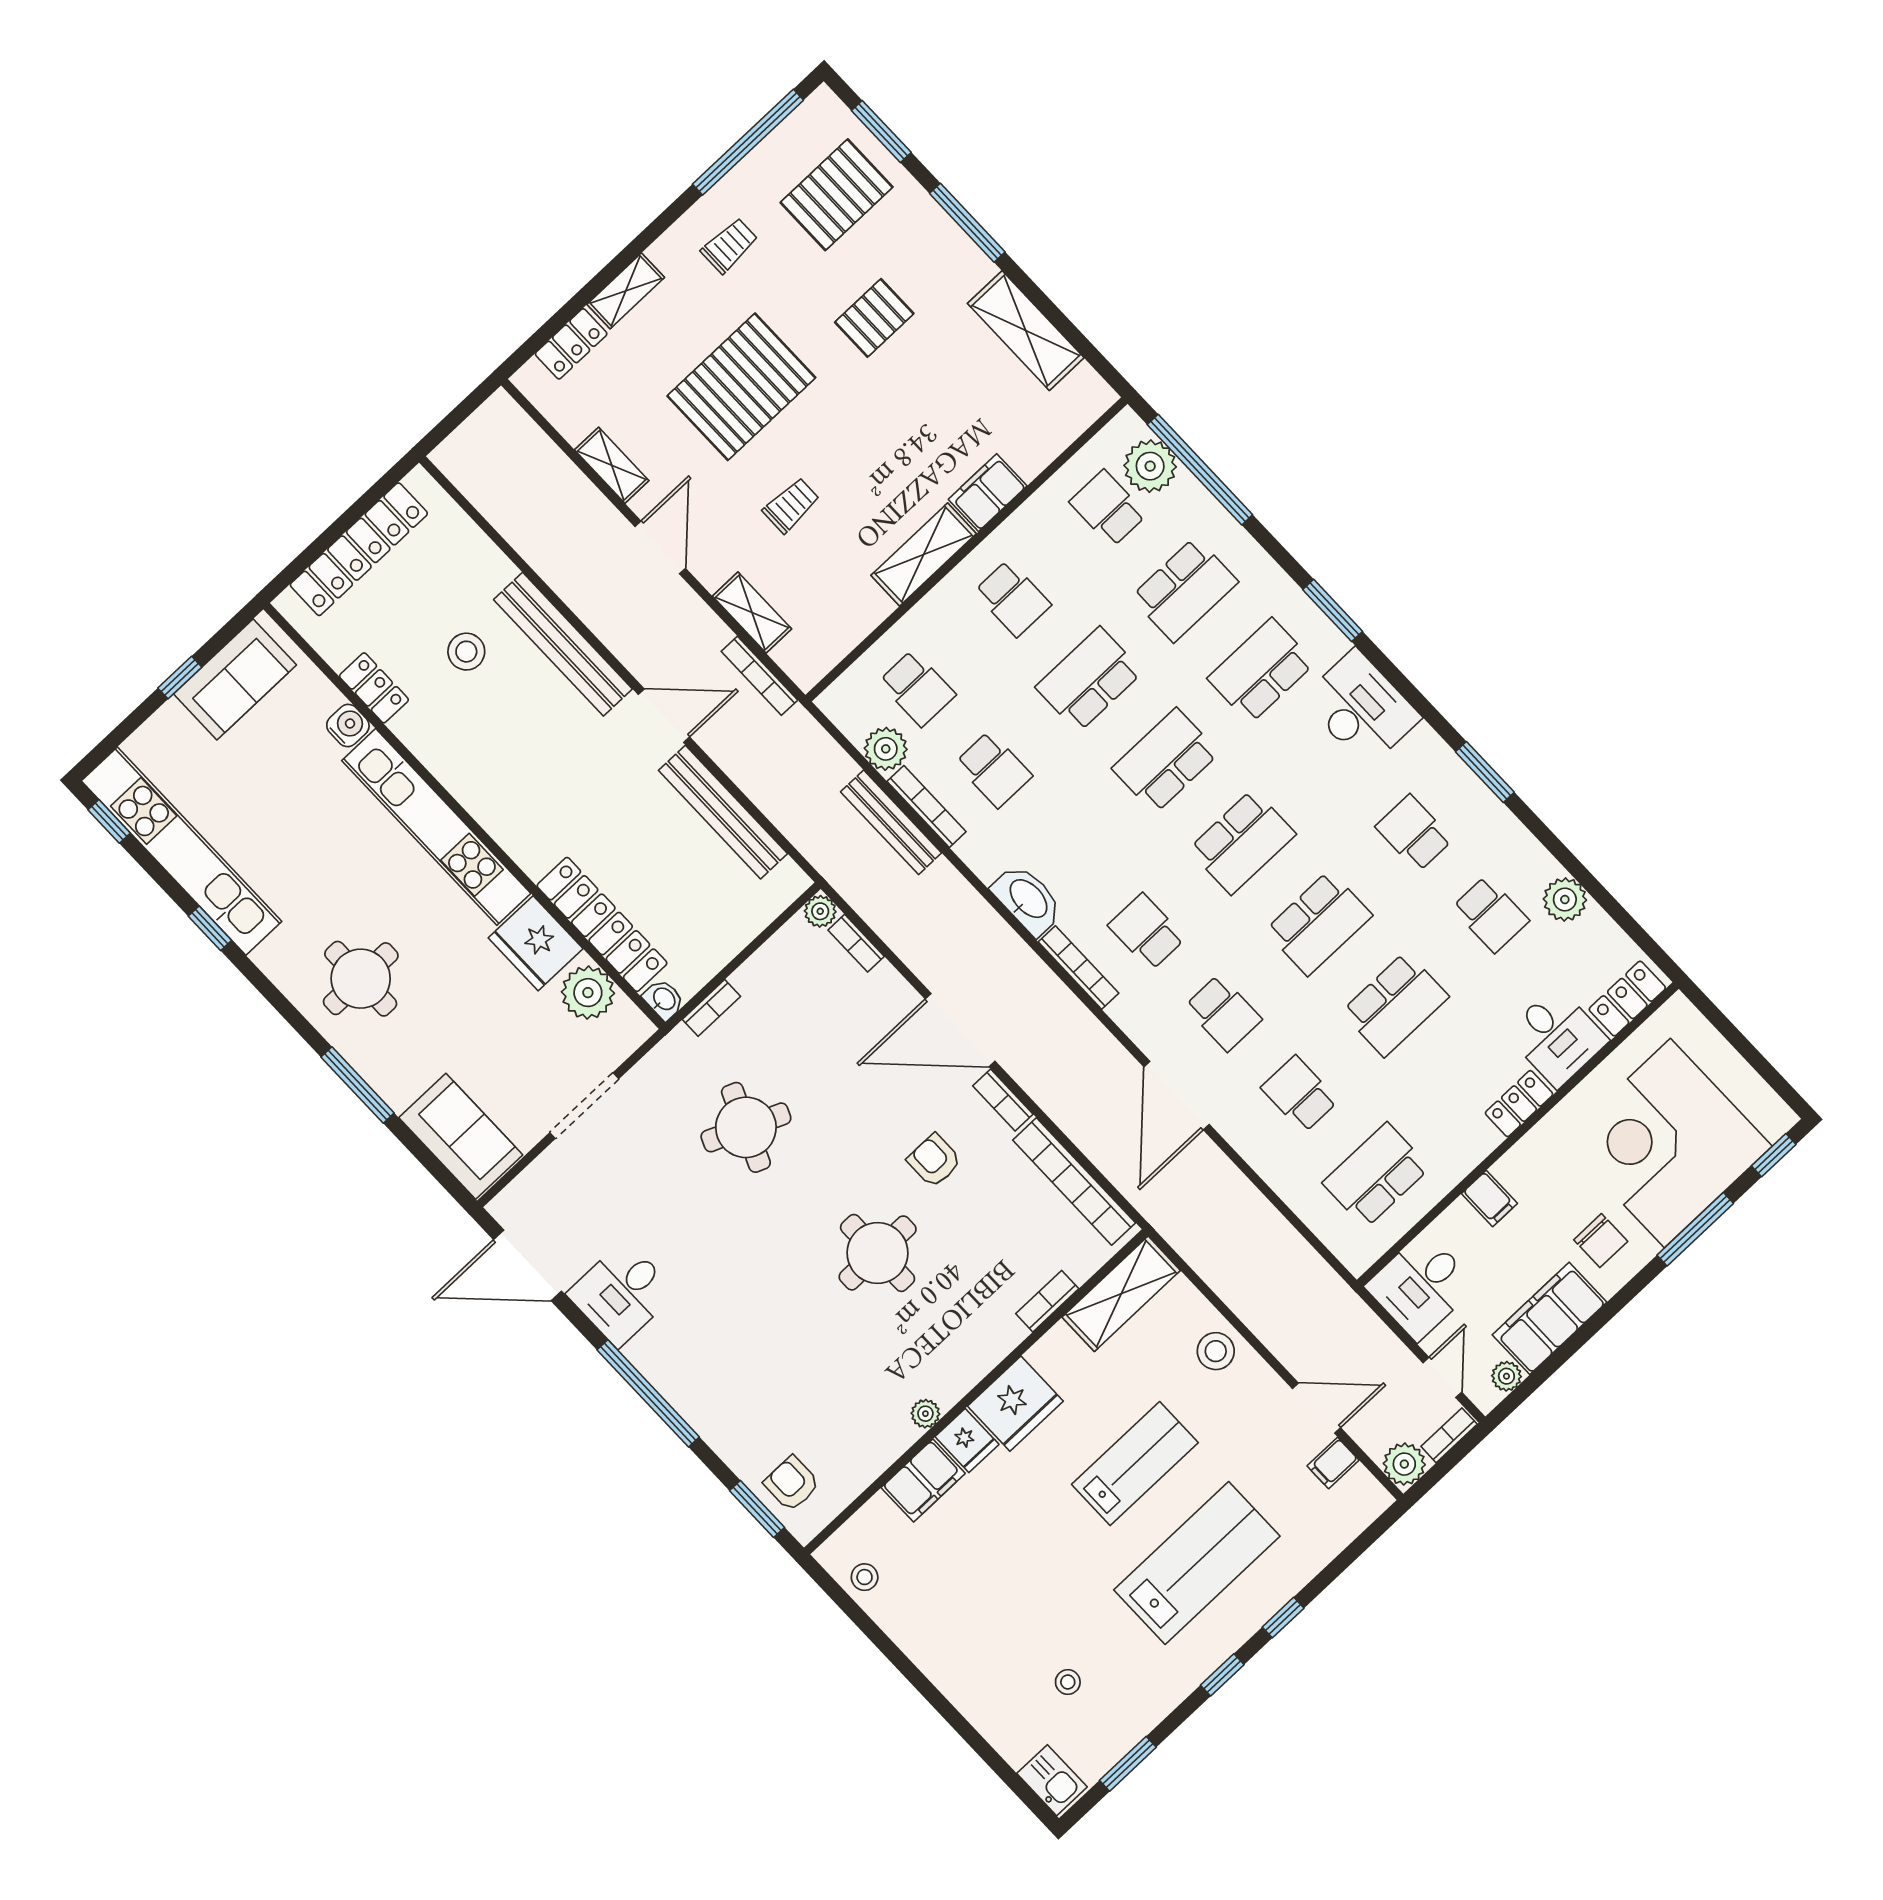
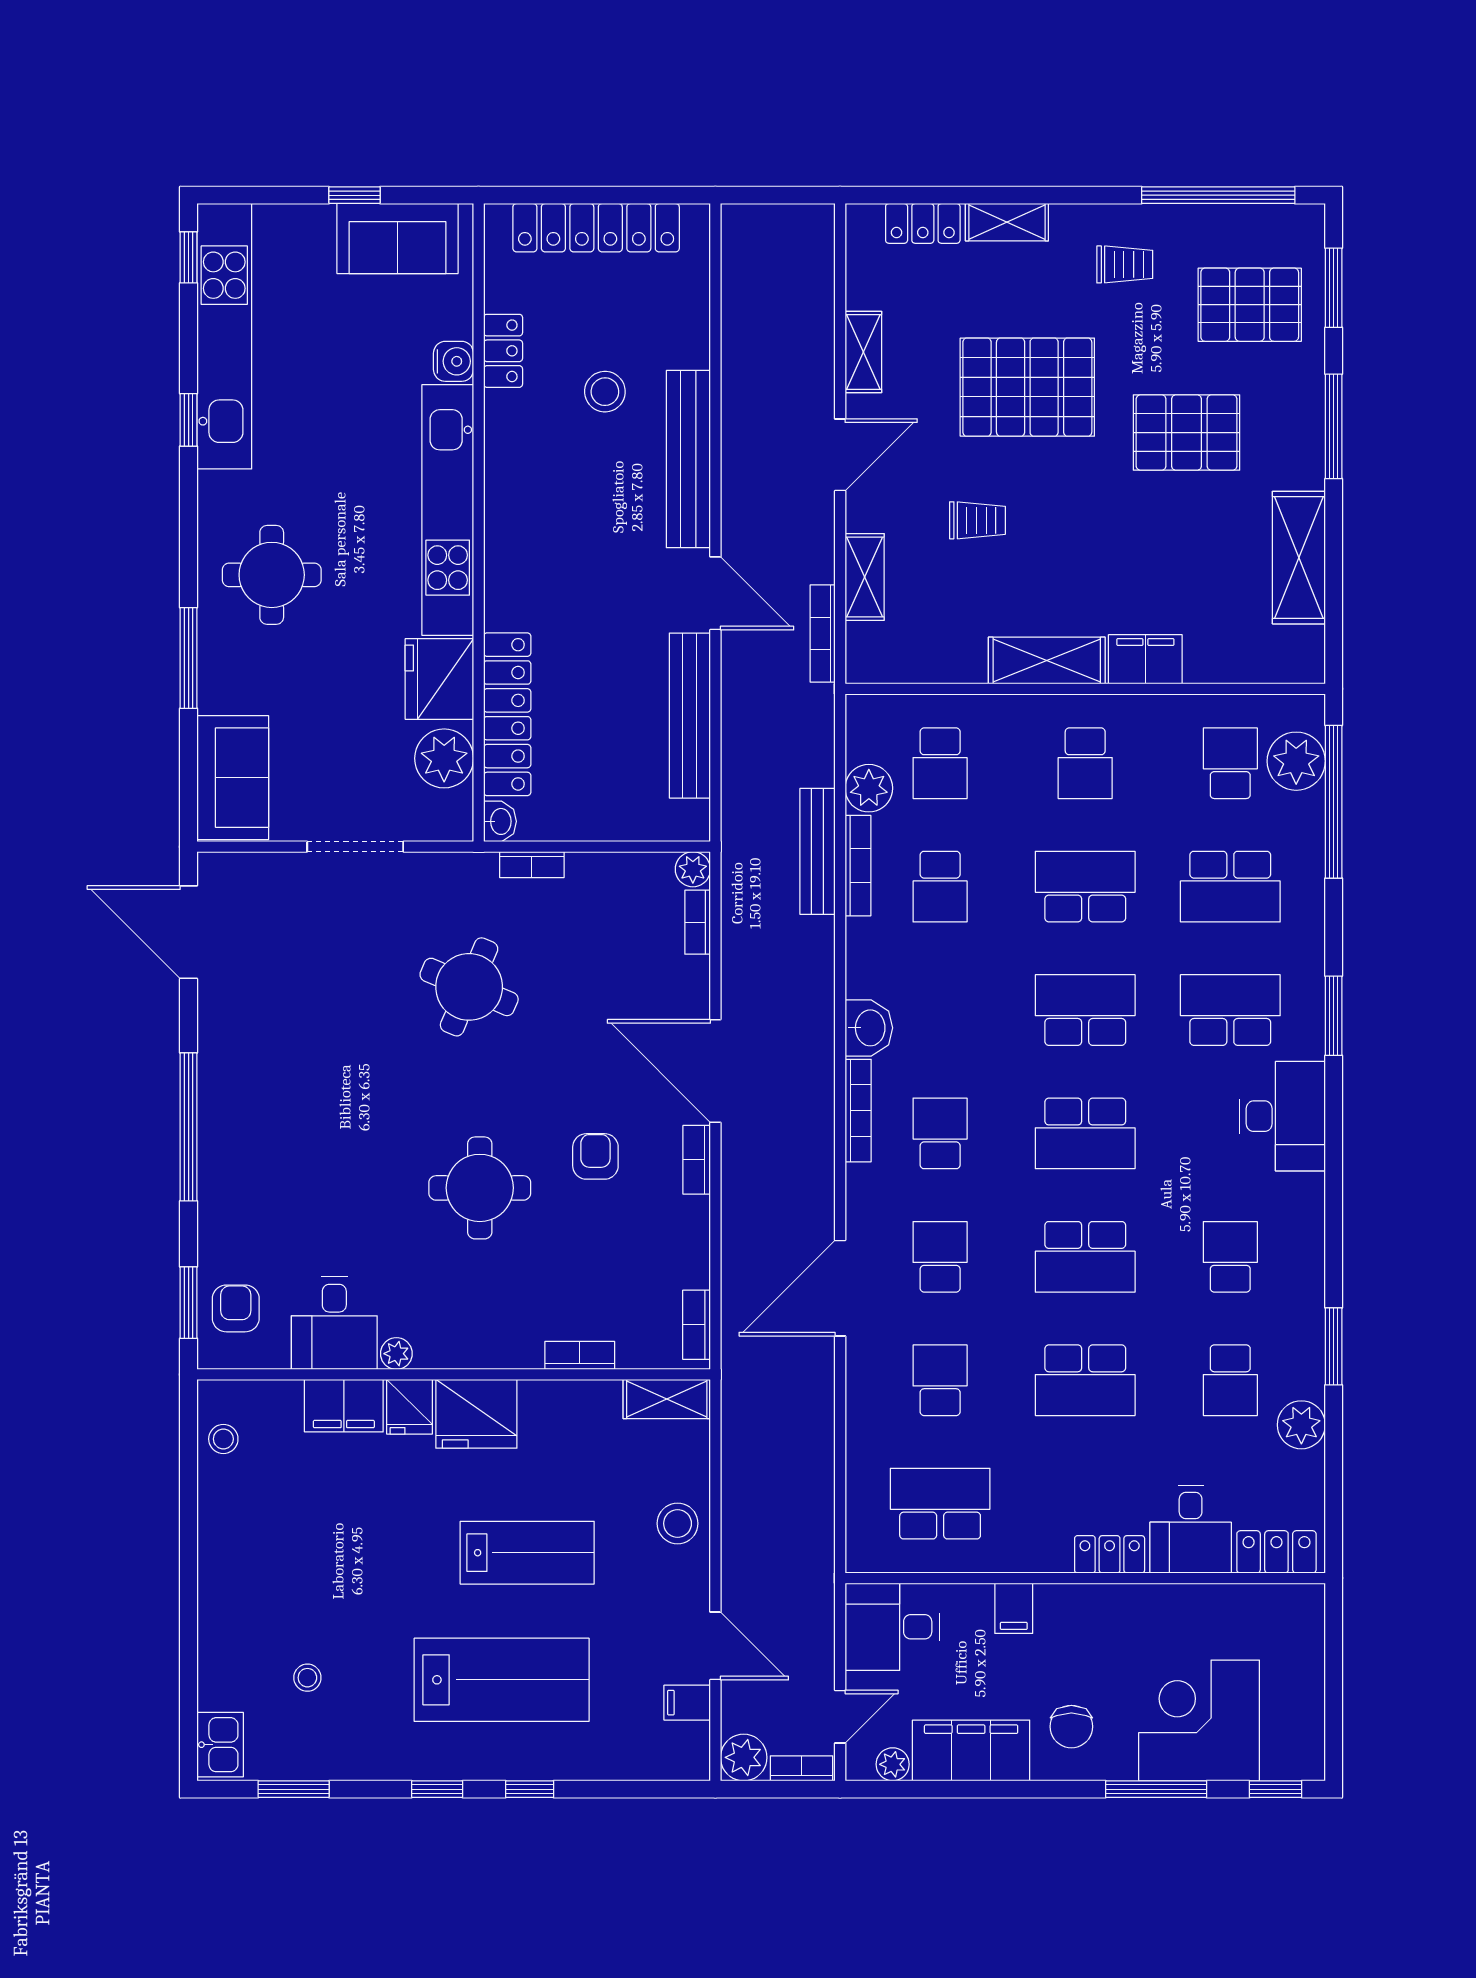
pallet: (874, 318) -> (1187, 433), width x1.50, depth x1.42
window: (1485, 772) -> (1334, 1346), moved
washbasin: (1028, 899) -> (869, 1028), width x0.72
school desk: (1223, 1013) -> (940, 1257), turned 180
corner desk: (1667, 1143) -> (1199, 1720), width x0.74, depth x0.74
bookcase: (1074, 1181) -> (697, 1325), width x0.43, depth x0.76
desk: (622, 1293) -> (334, 1323), moved, turned -90
shelving: (1121, 1294) -> (667, 1399), width x0.67, depth x0.75

